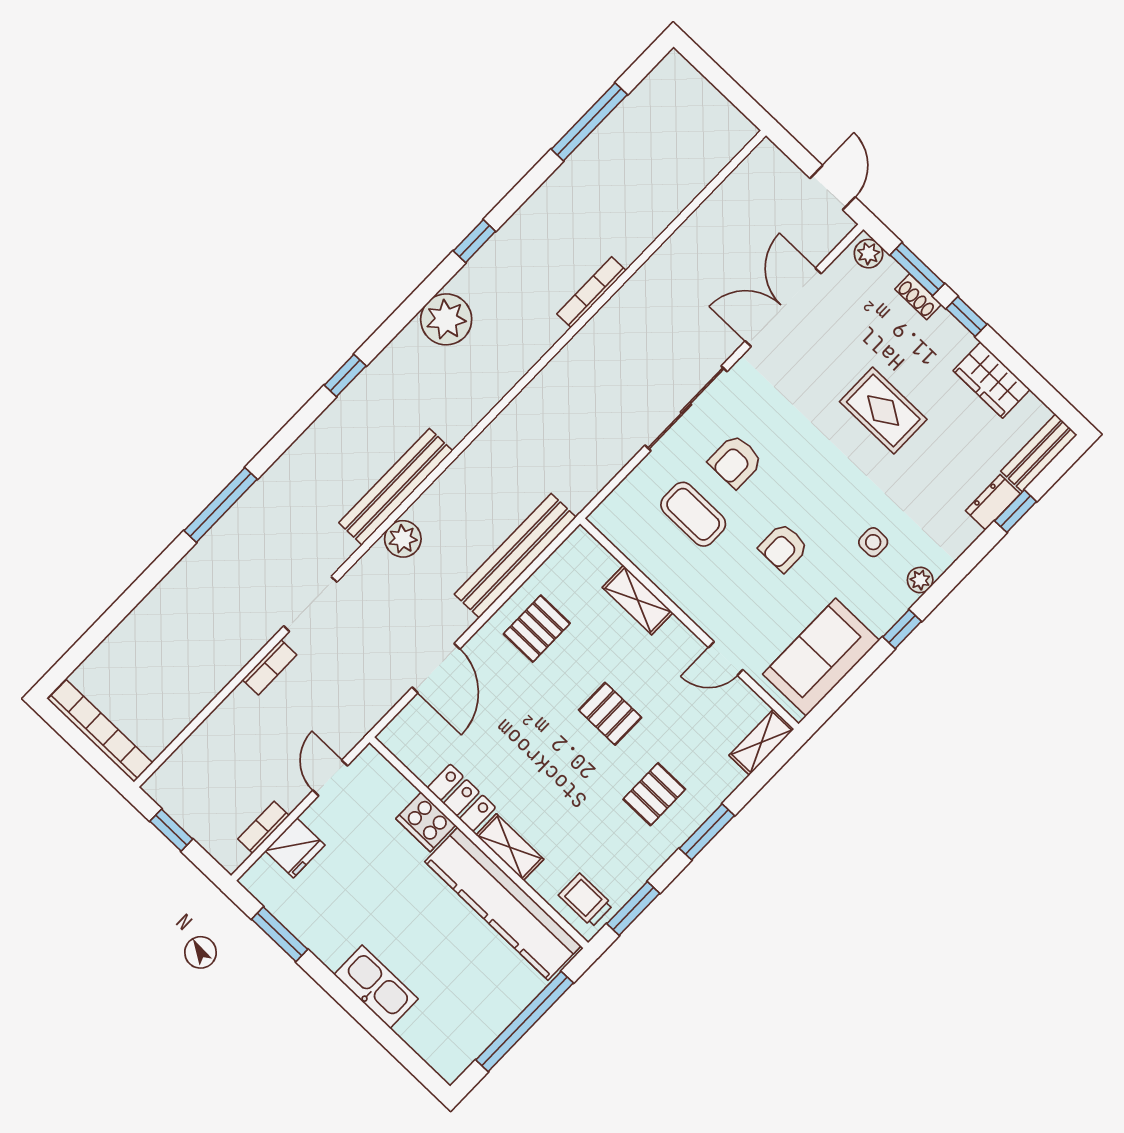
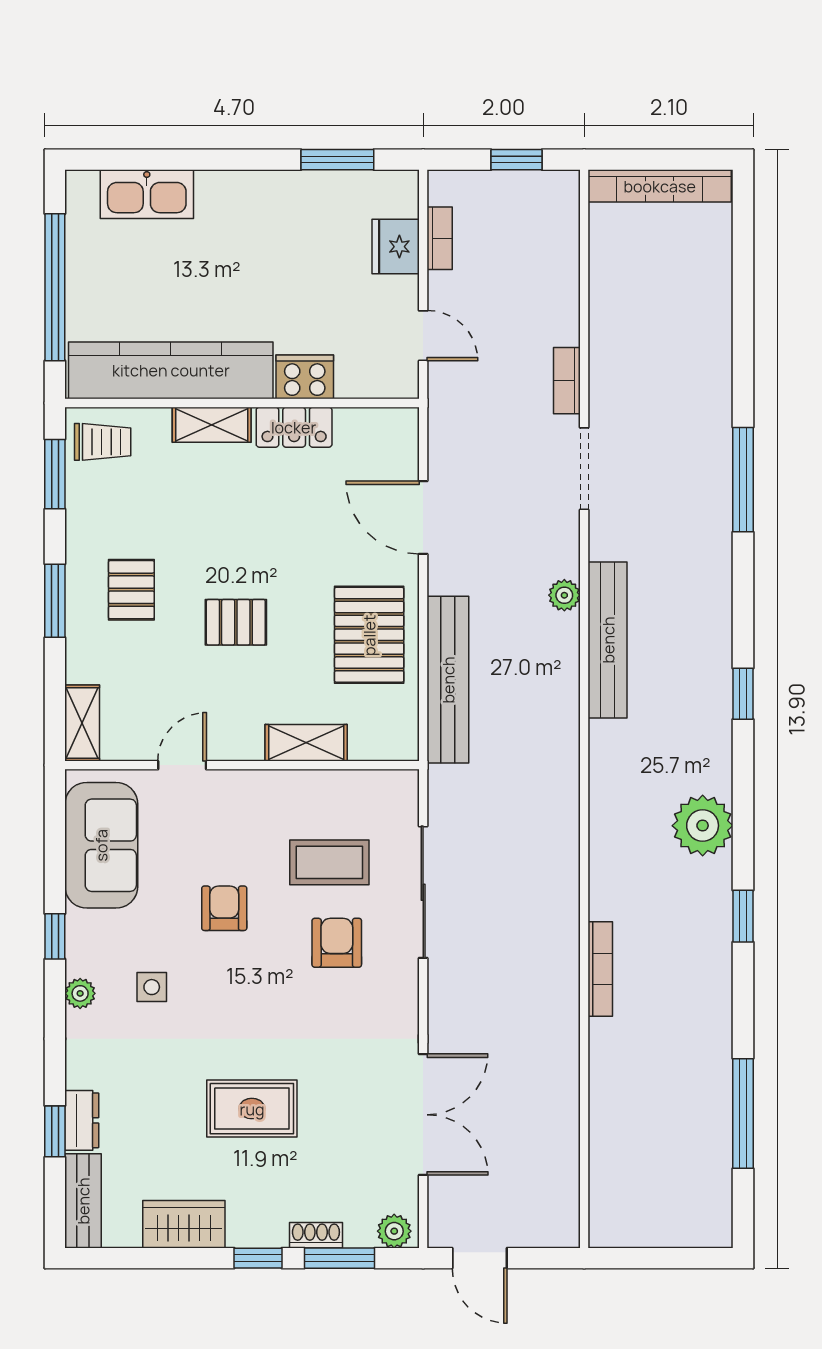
sliding door: (686, 408) -> (423, 892), moved
plant: (403, 539) -> (564, 595), width x0.73, depth x0.73
pallet: (537, 629) -> (369, 635), width x1.50, depth x1.42
kitchen sink: (376, 987) -> (147, 194), moved

